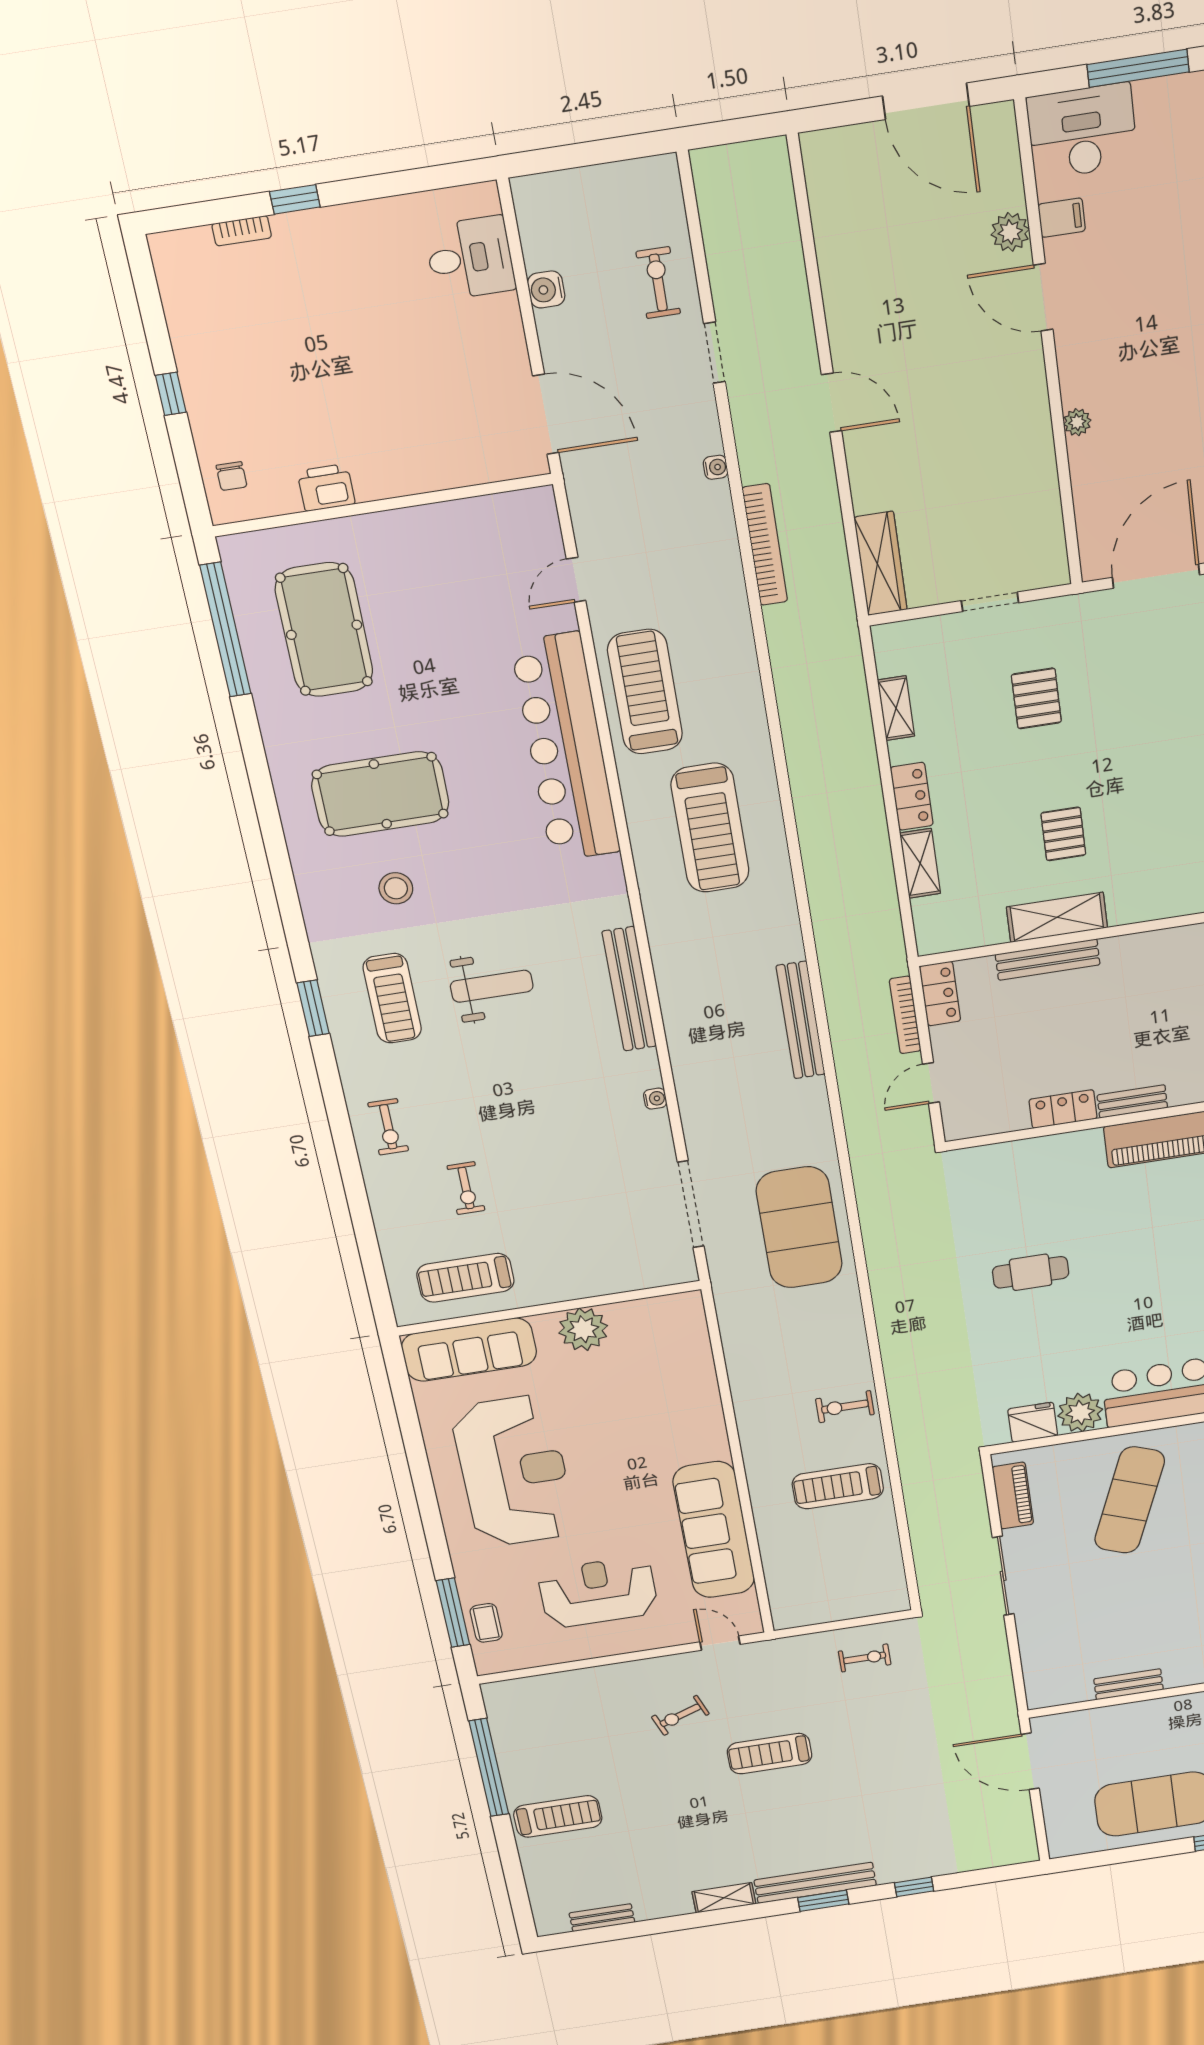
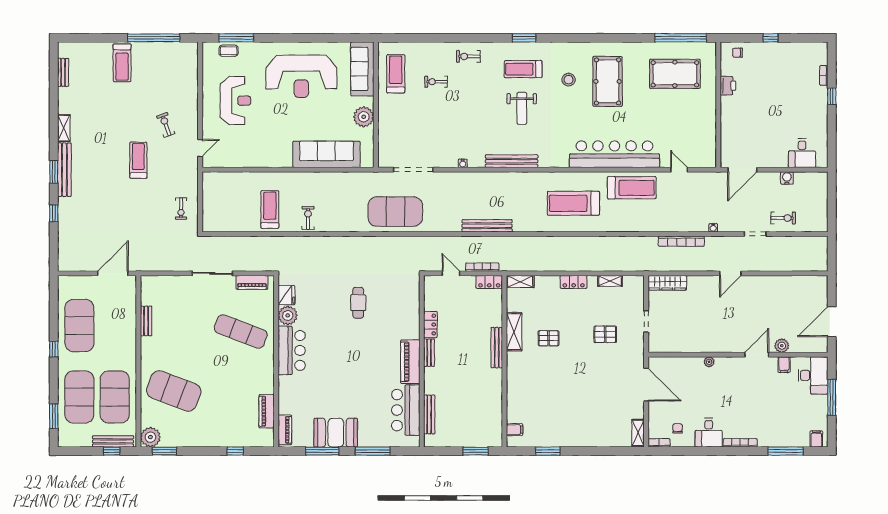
shelving: (920, 863) -> (520, 282), moved
bench: (1048, 960) -> (497, 348), moved
sofa: (714, 1530) -> (326, 154), moved

